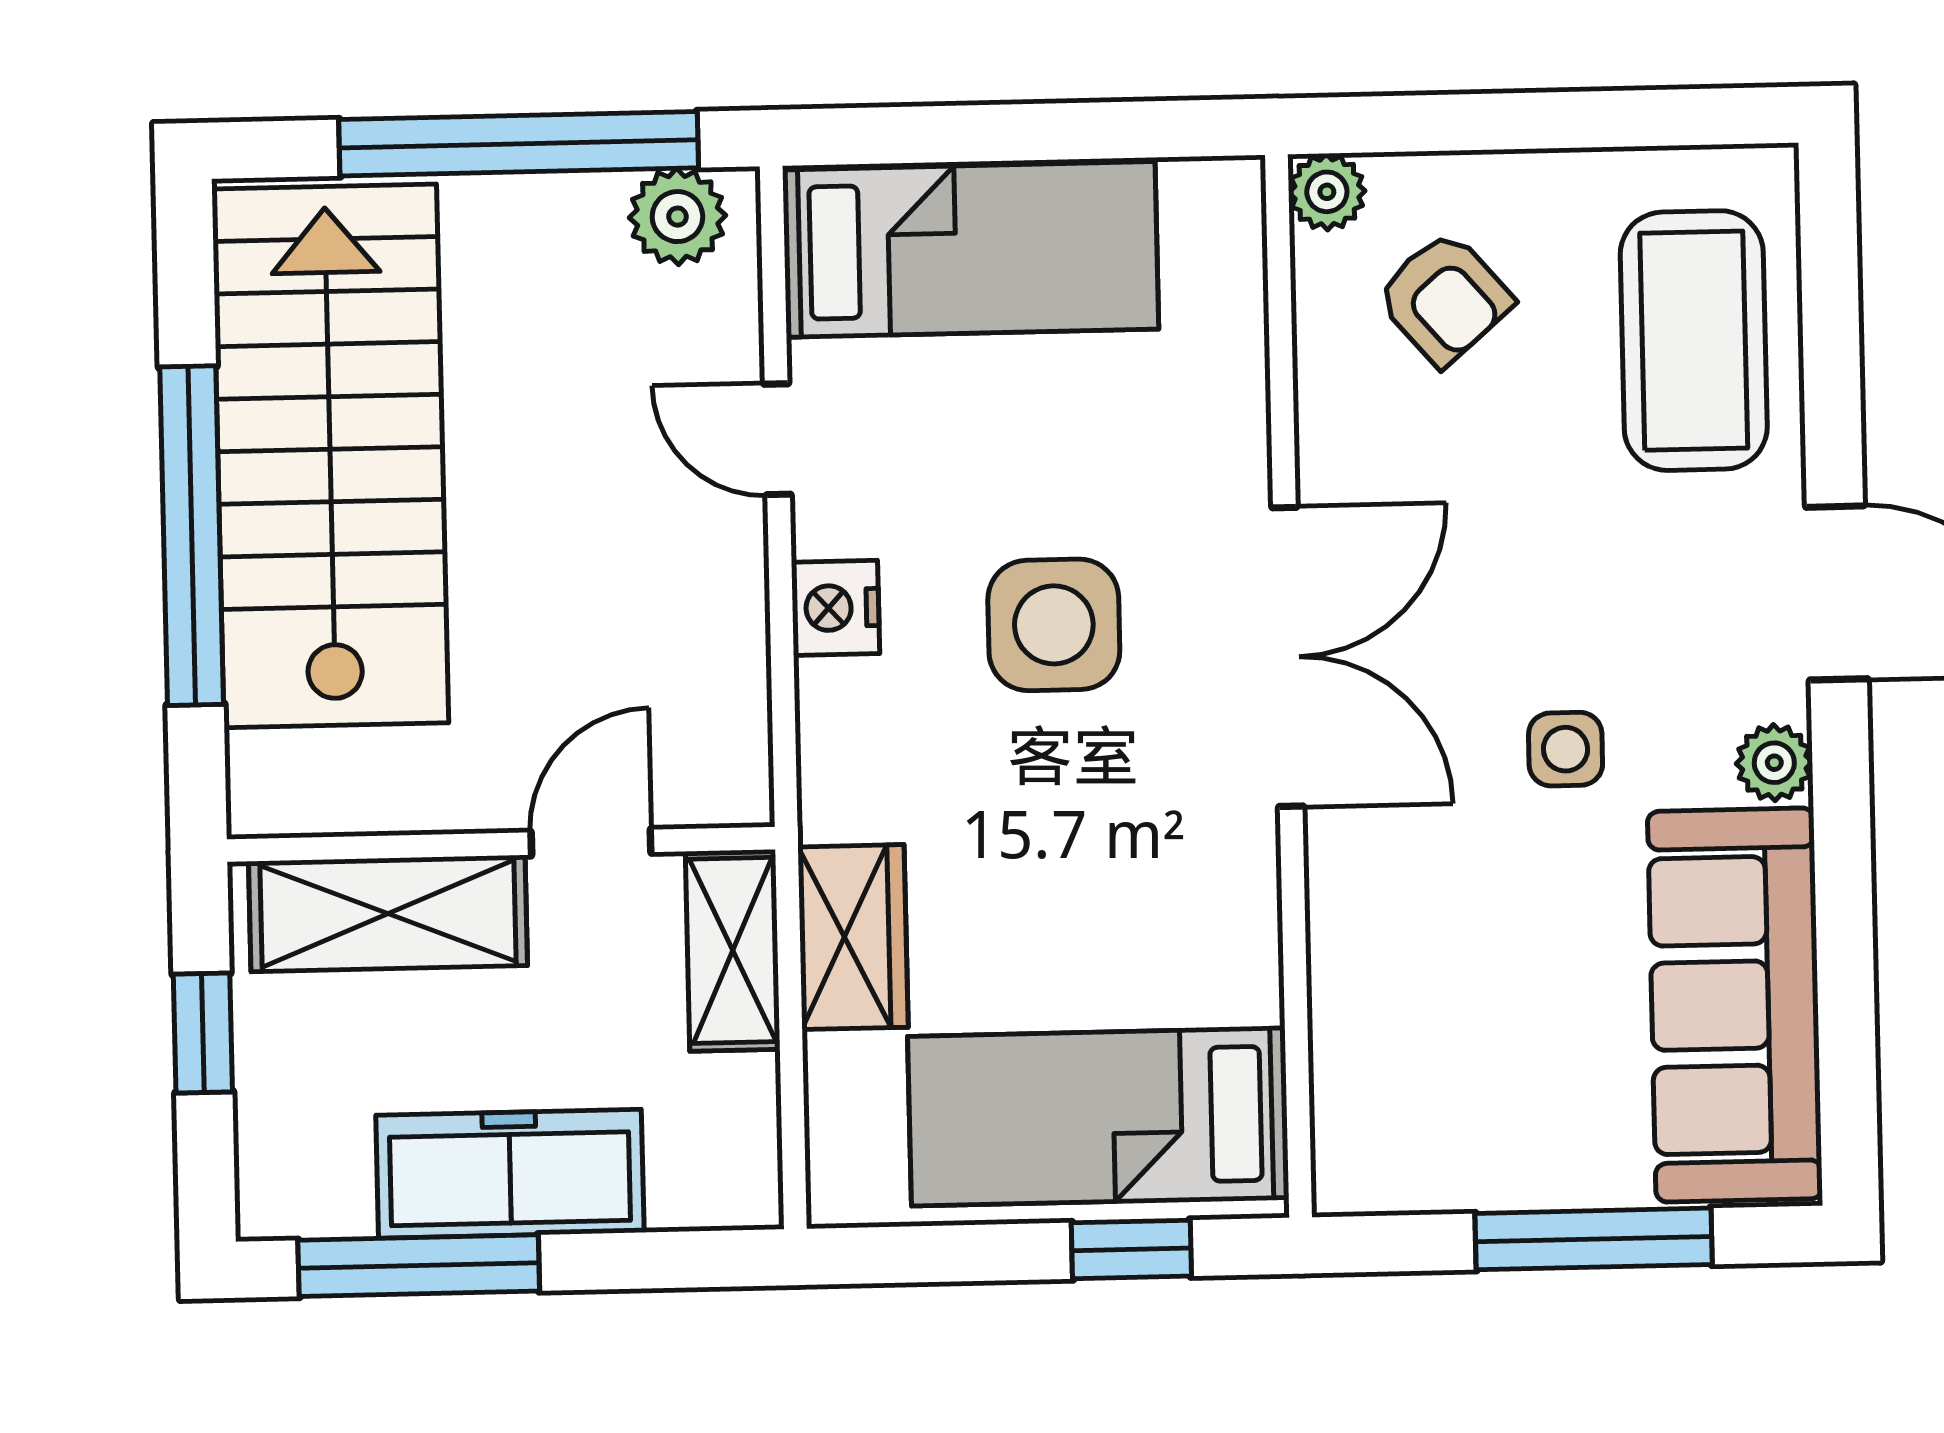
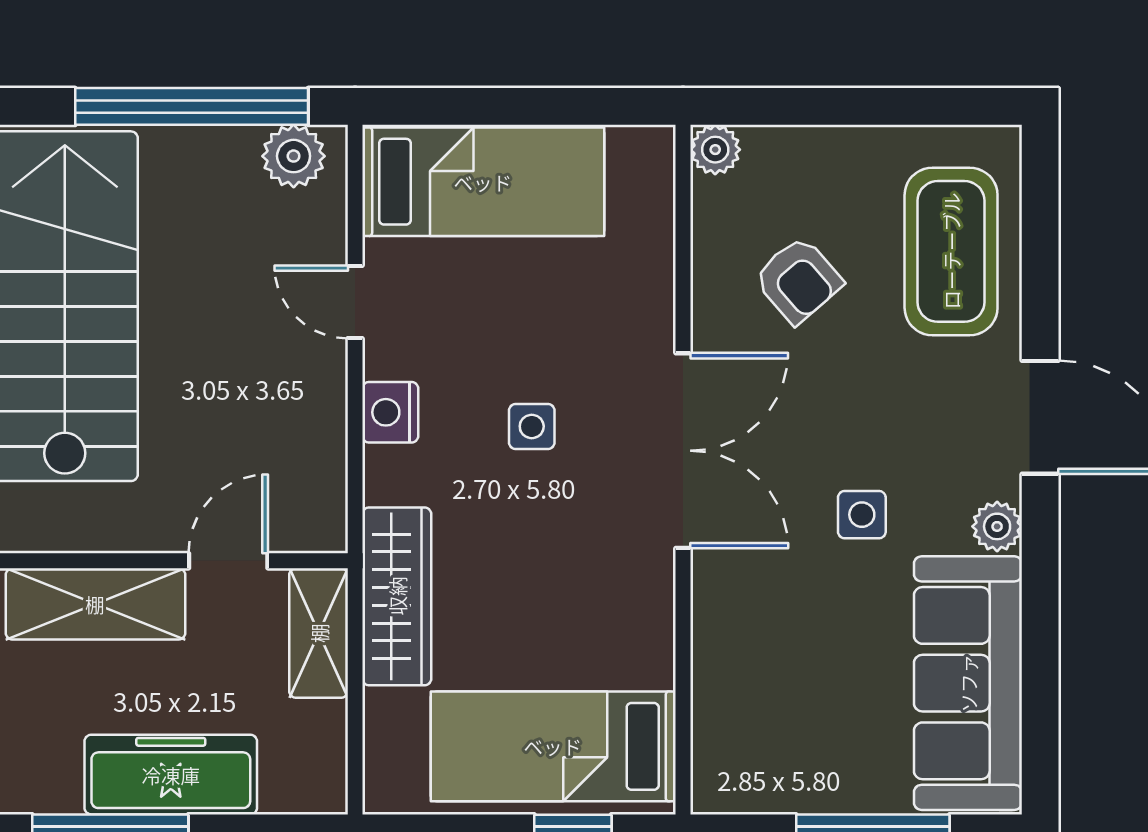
armchair: (1444, 298) -> (798, 280), moved
side table: (1054, 625) -> (532, 426), width x0.54, depth x0.54
wardrobe: (853, 937) -> (397, 596), width x1.50

